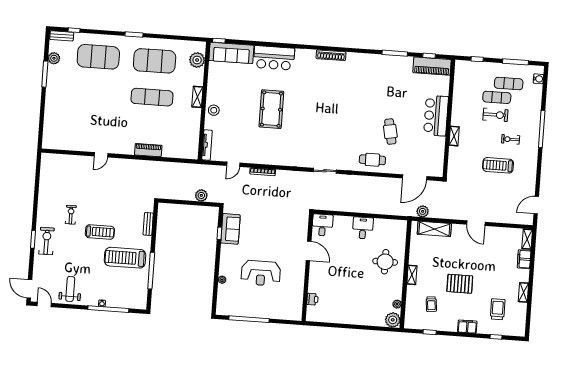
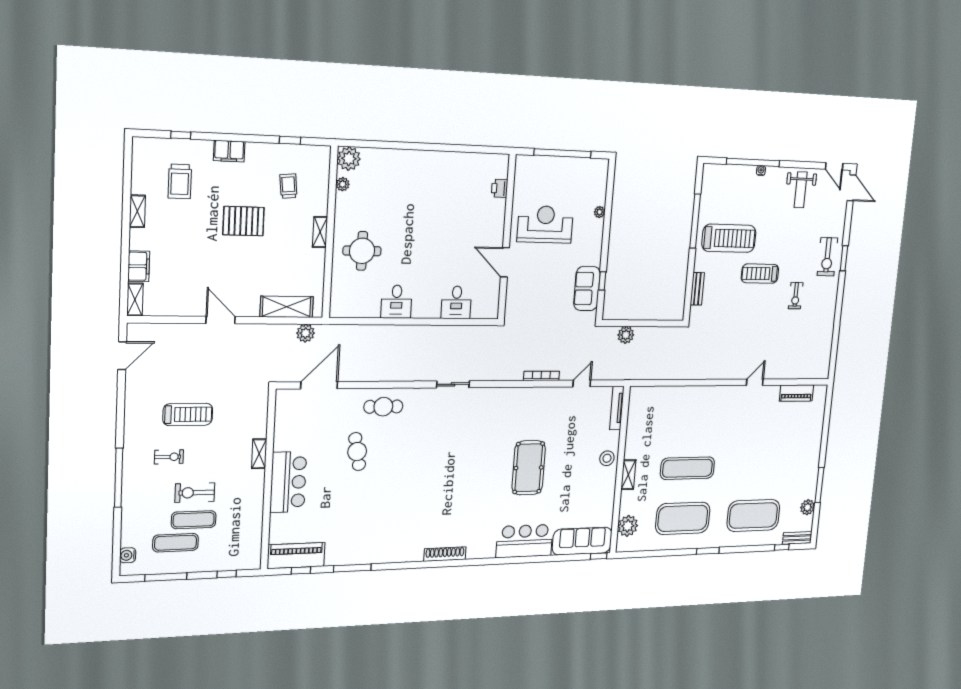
piano: (148, 150) -> (797, 393), moved
door: (309, 251) -> (505, 262), moved
wall: (307, 267) -> (507, 237), moved
printer: (312, 299) -> (500, 188), moved

